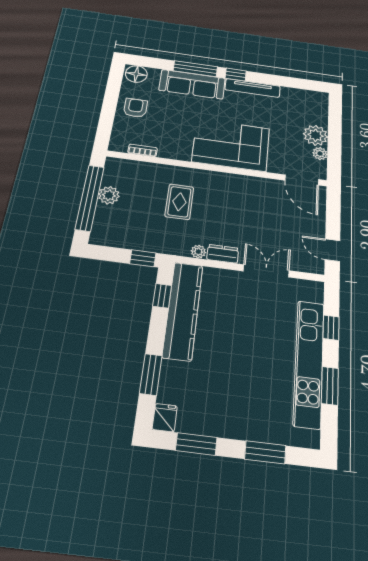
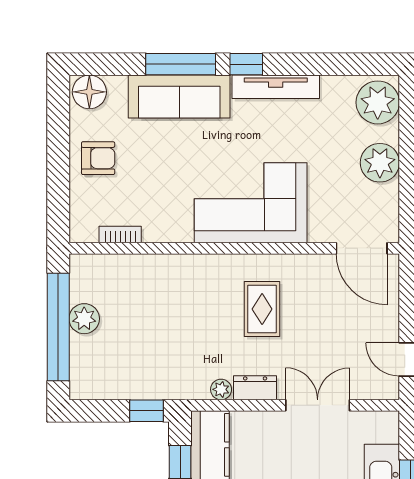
armchair: (135, 108) -> (98, 158), turned 90
plant: (320, 154) -> (378, 102), moved, width x1.87, depth x1.87
rug: (179, 202) -> (262, 309), moved

